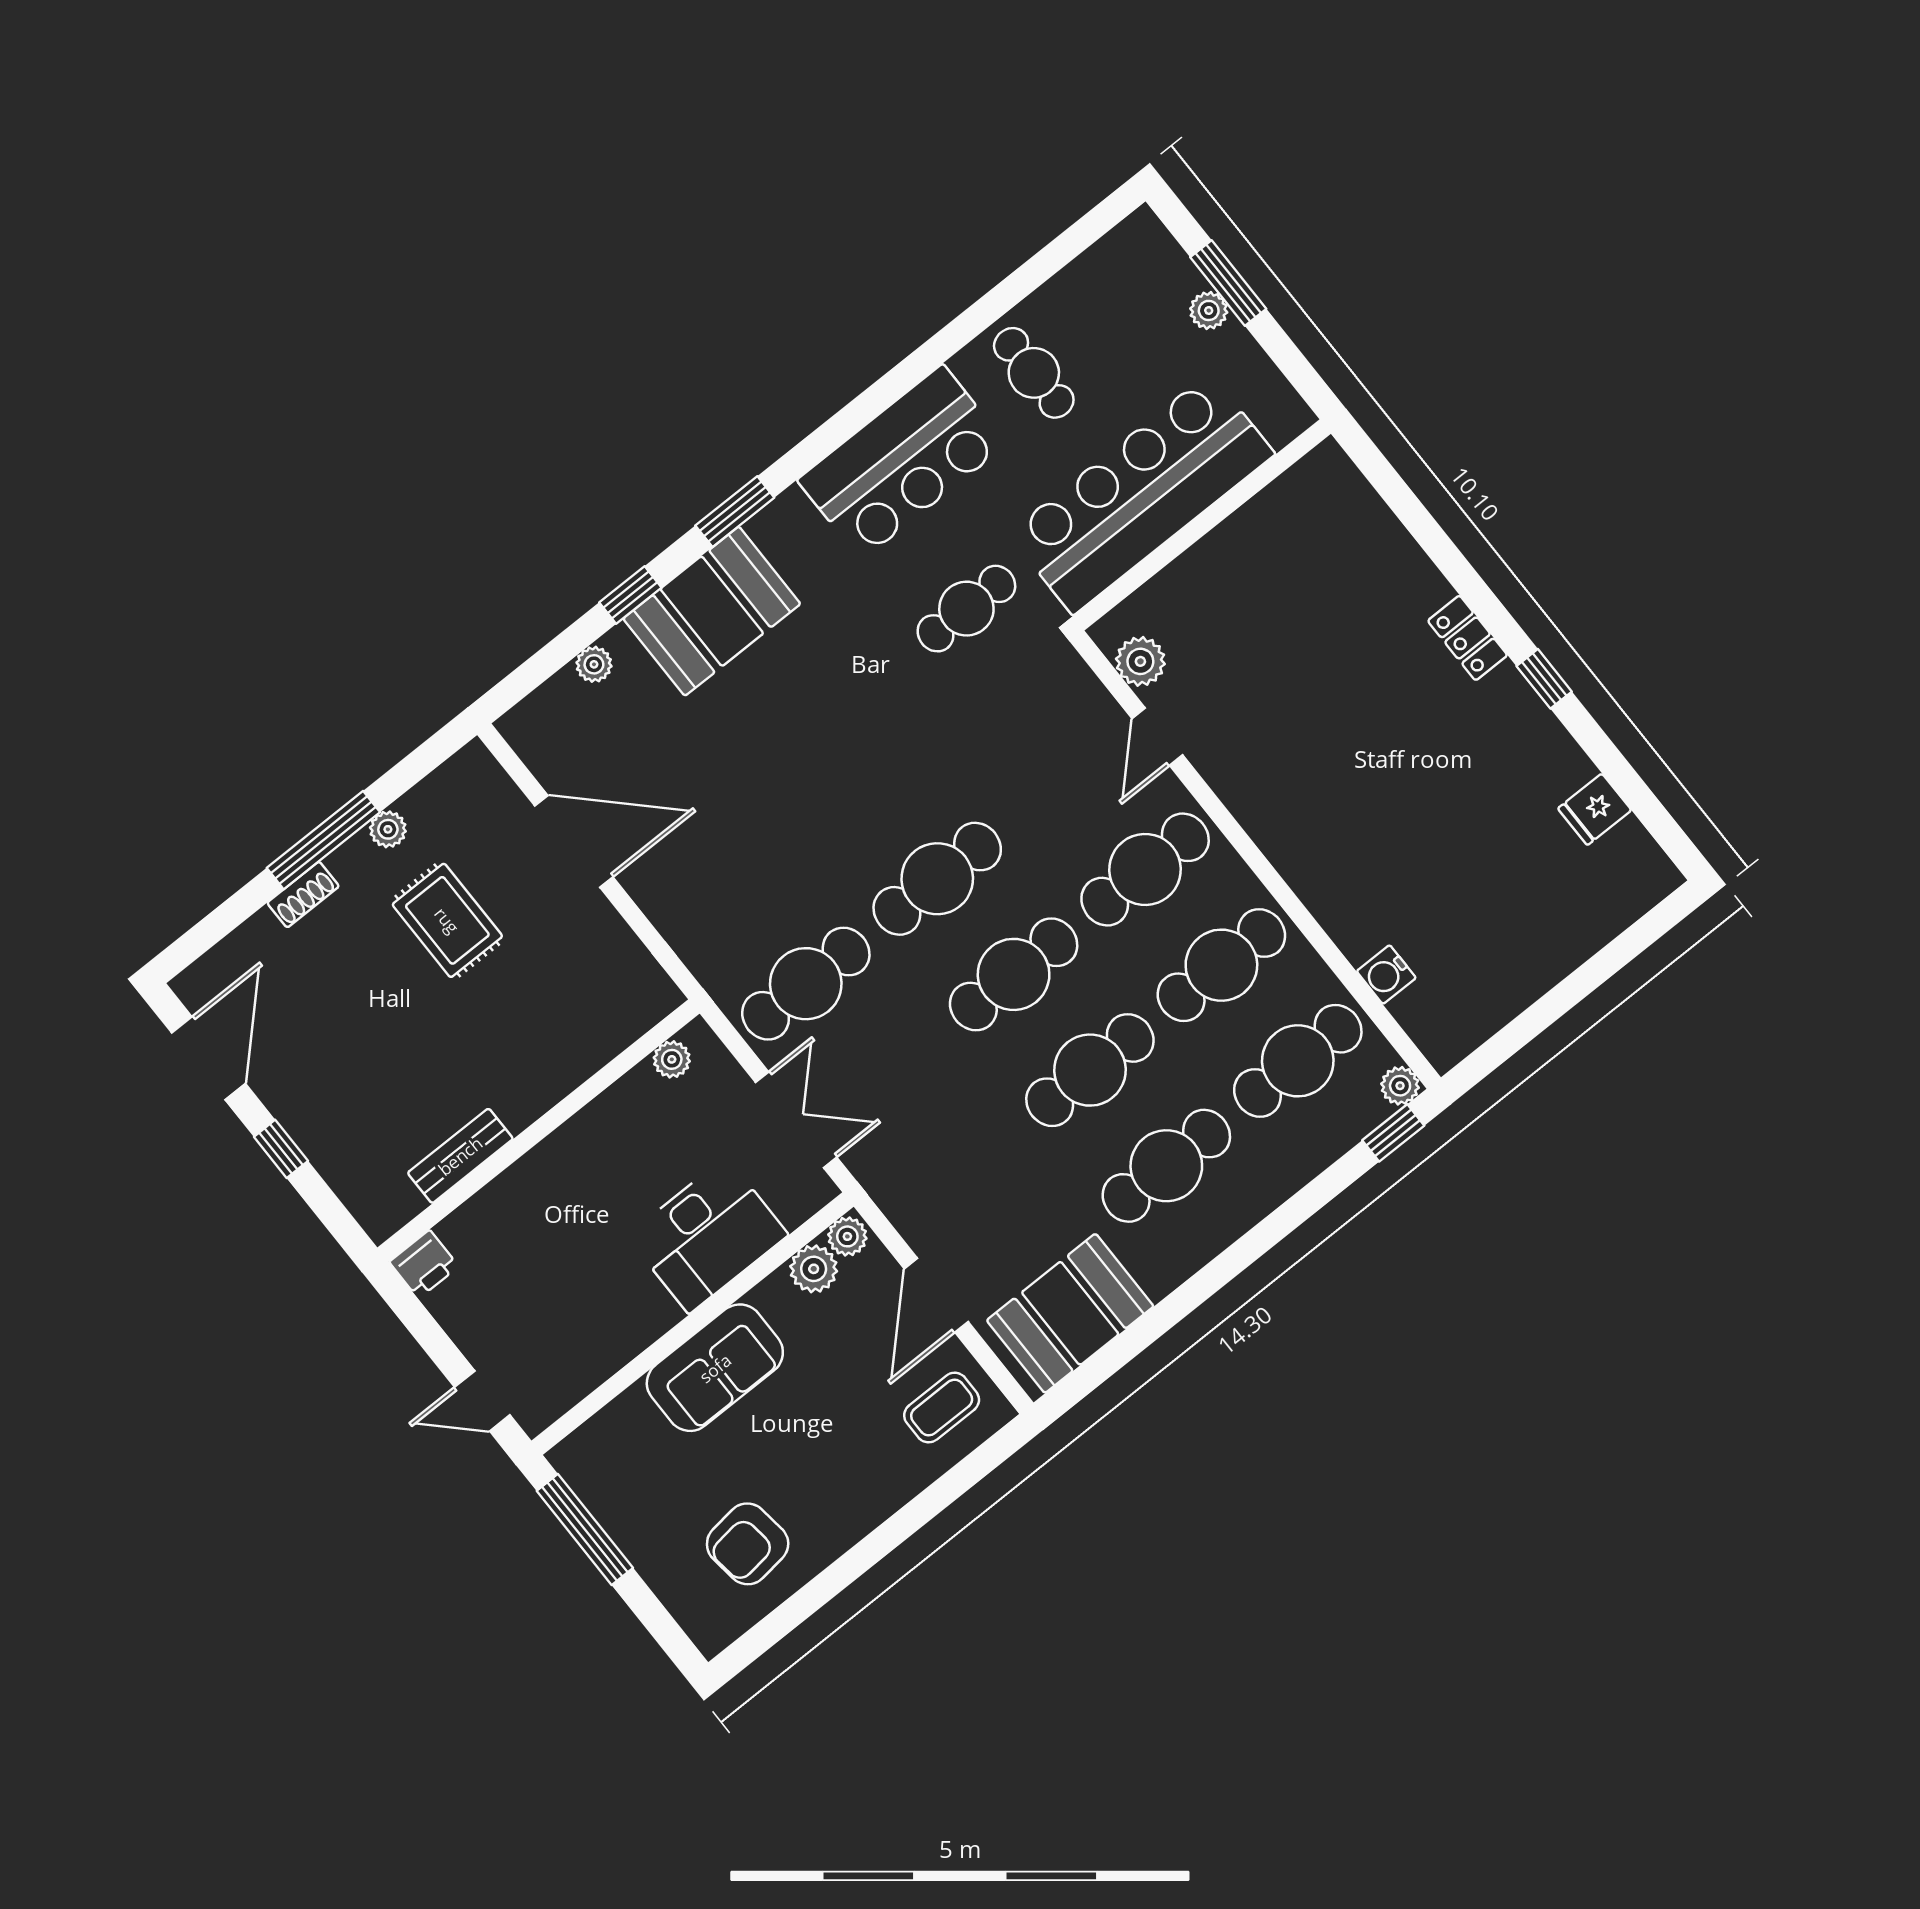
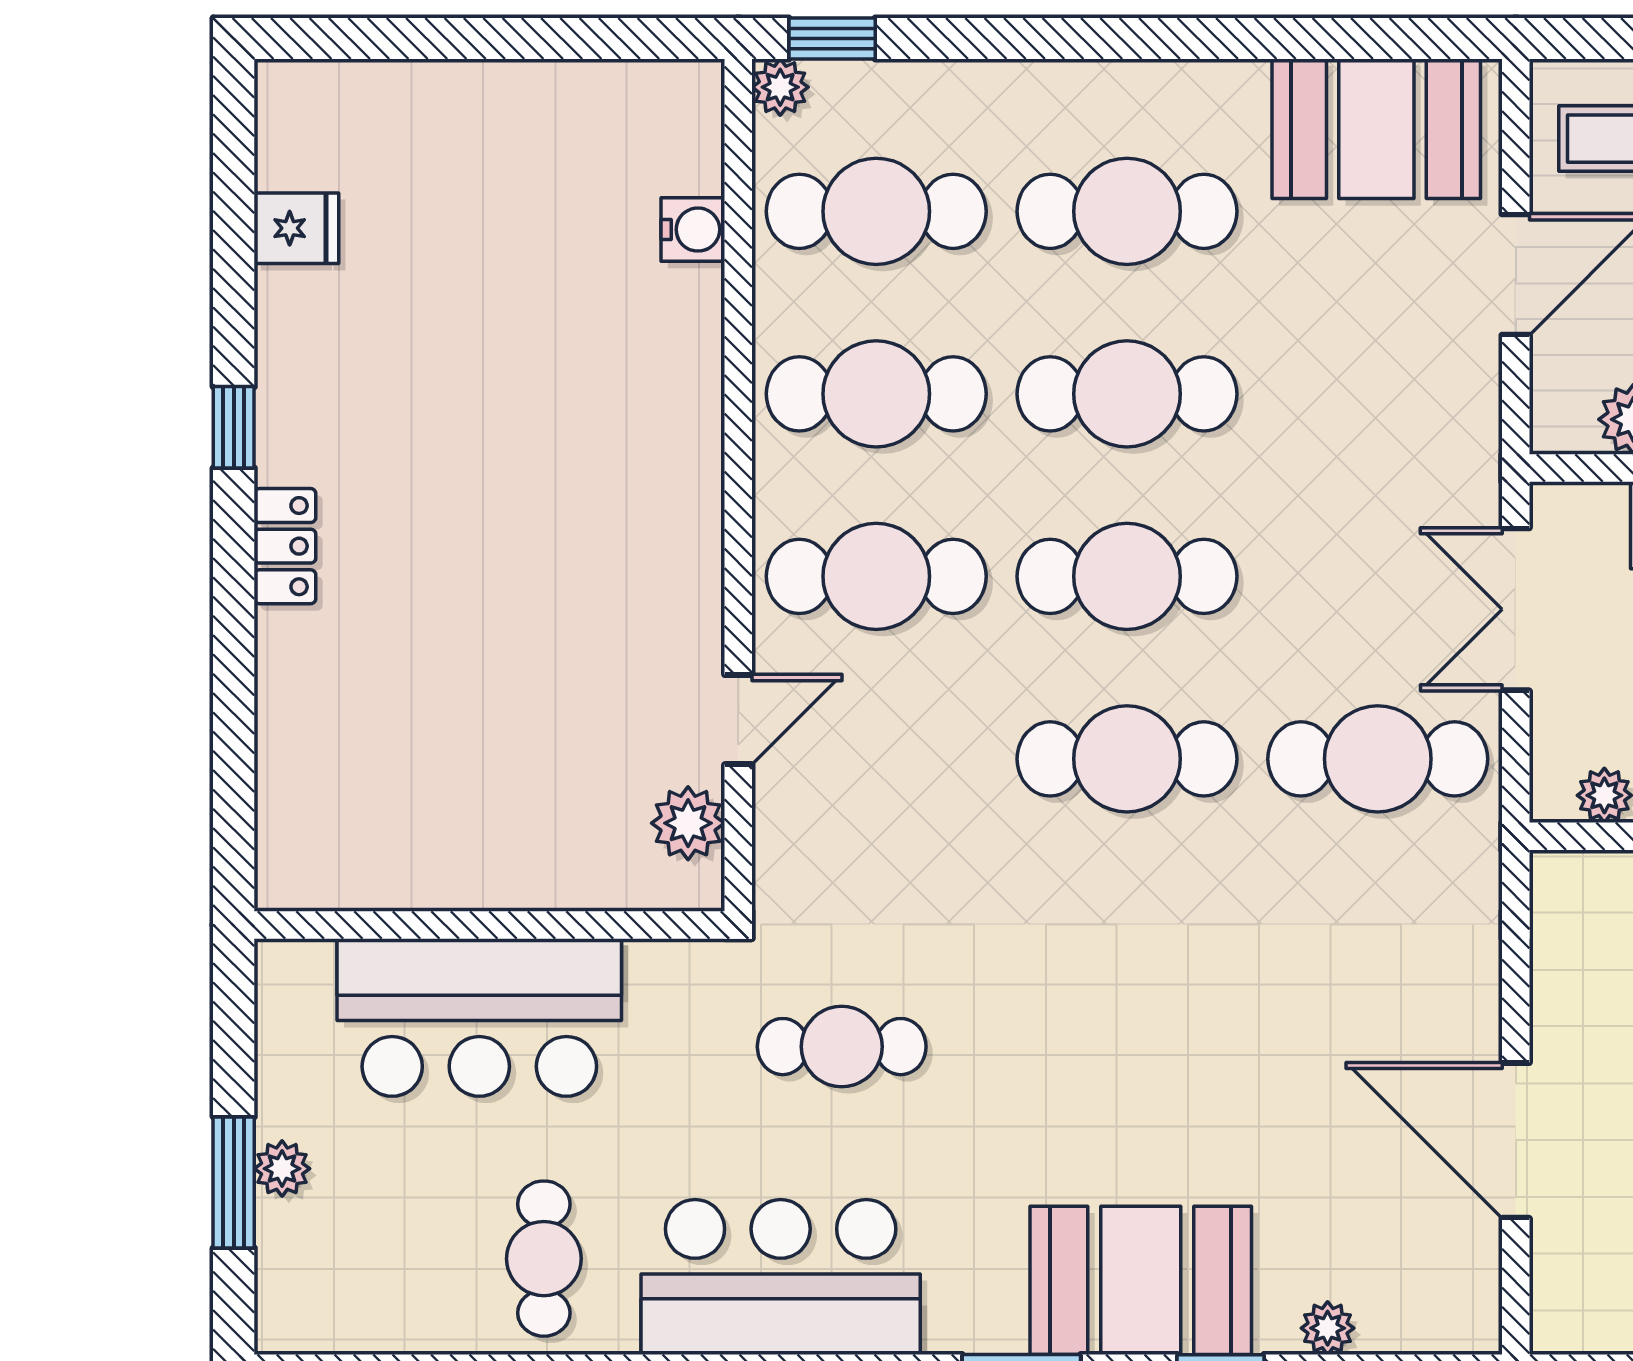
bar counter: (1141, 494) -> (479, 1018), width x0.73
plant: (847, 1236) -> (1564, 426), removed

